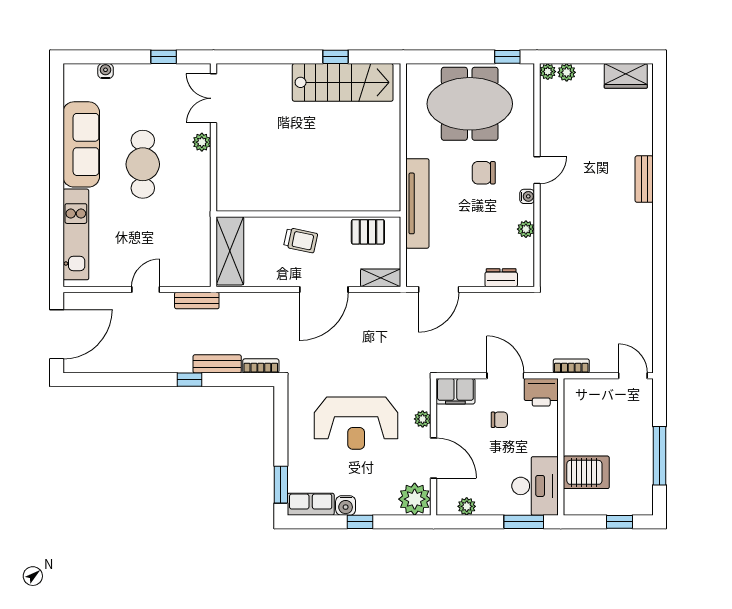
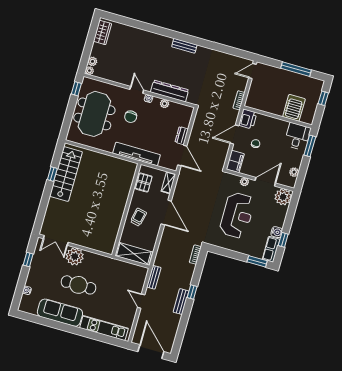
plant: (202, 142) -> (75, 256), width x1.87, depth x1.87
bench: (644, 179) -> (184, 46), moved
dresser: (552, 232) -> (170, 91), added
dresser: (501, 278) -> (182, 136), moved
bench: (217, 364) -> (181, 302), moved
desk: (535, 486) -> (297, 136), width x0.73
window: (360, 522) -> (283, 240), moved

